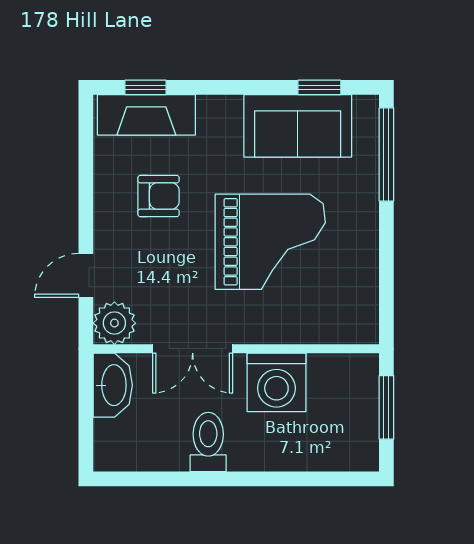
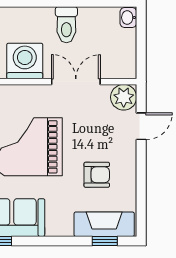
armchair: (159, 196) -> (97, 175), turned 180
washbasin: (113, 385) -> (128, 18), moved, width x0.52, depth x0.69

